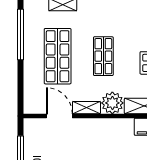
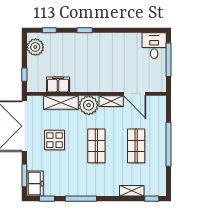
window: (21, 34) -> (168, 144), moved
shop shelf: (58, 56) -> (136, 146), width x0.70, depth x0.74

